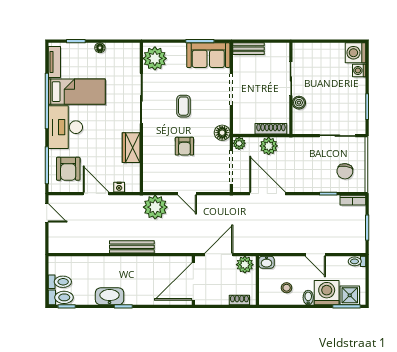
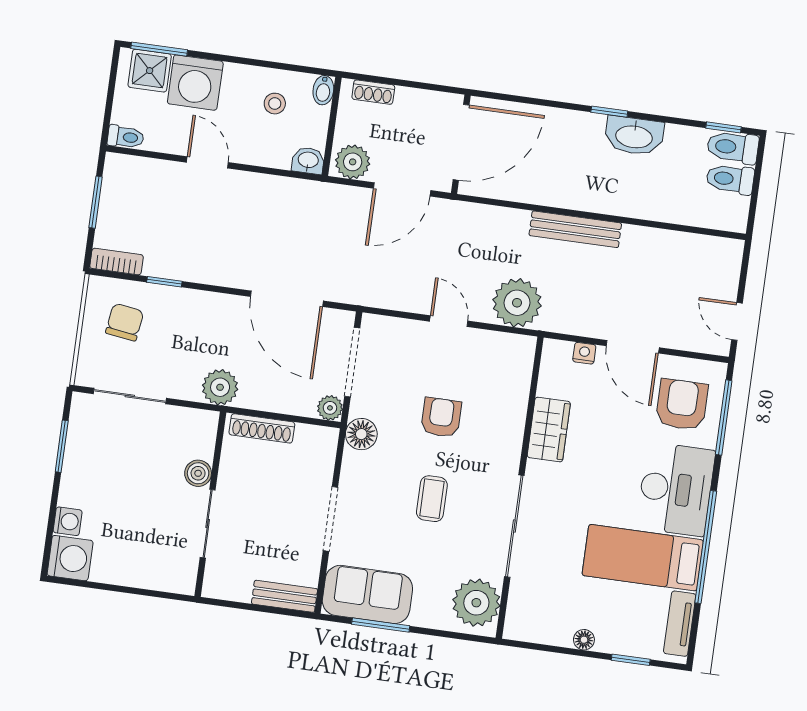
plant: (269, 146) -> (220, 387), moved
bidet: (308, 298) -> (323, 90), moved

